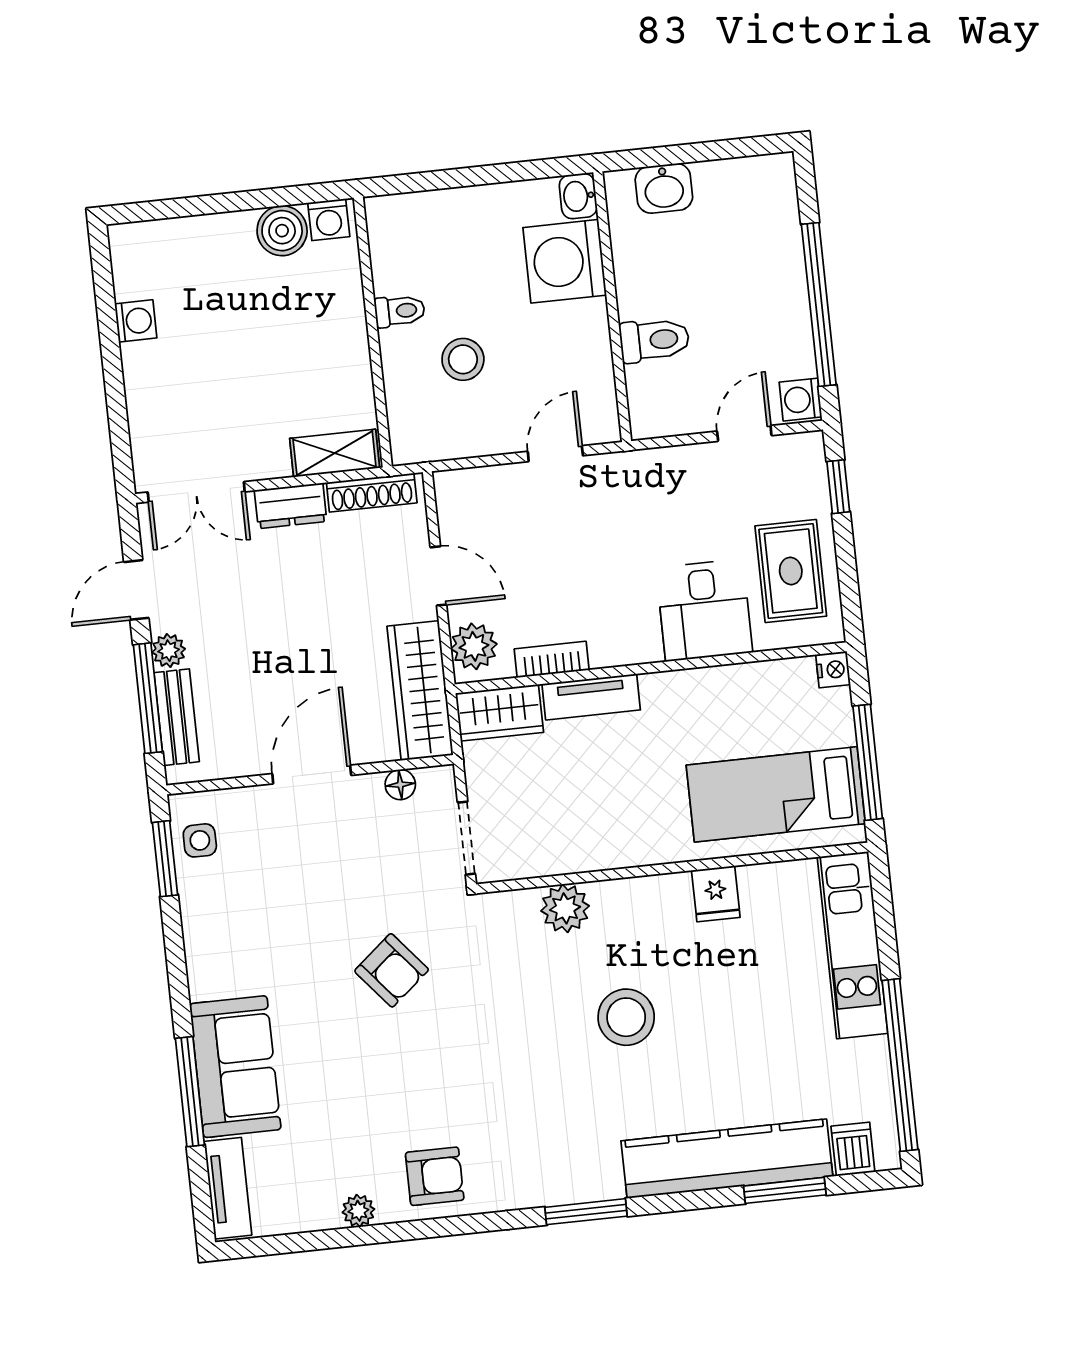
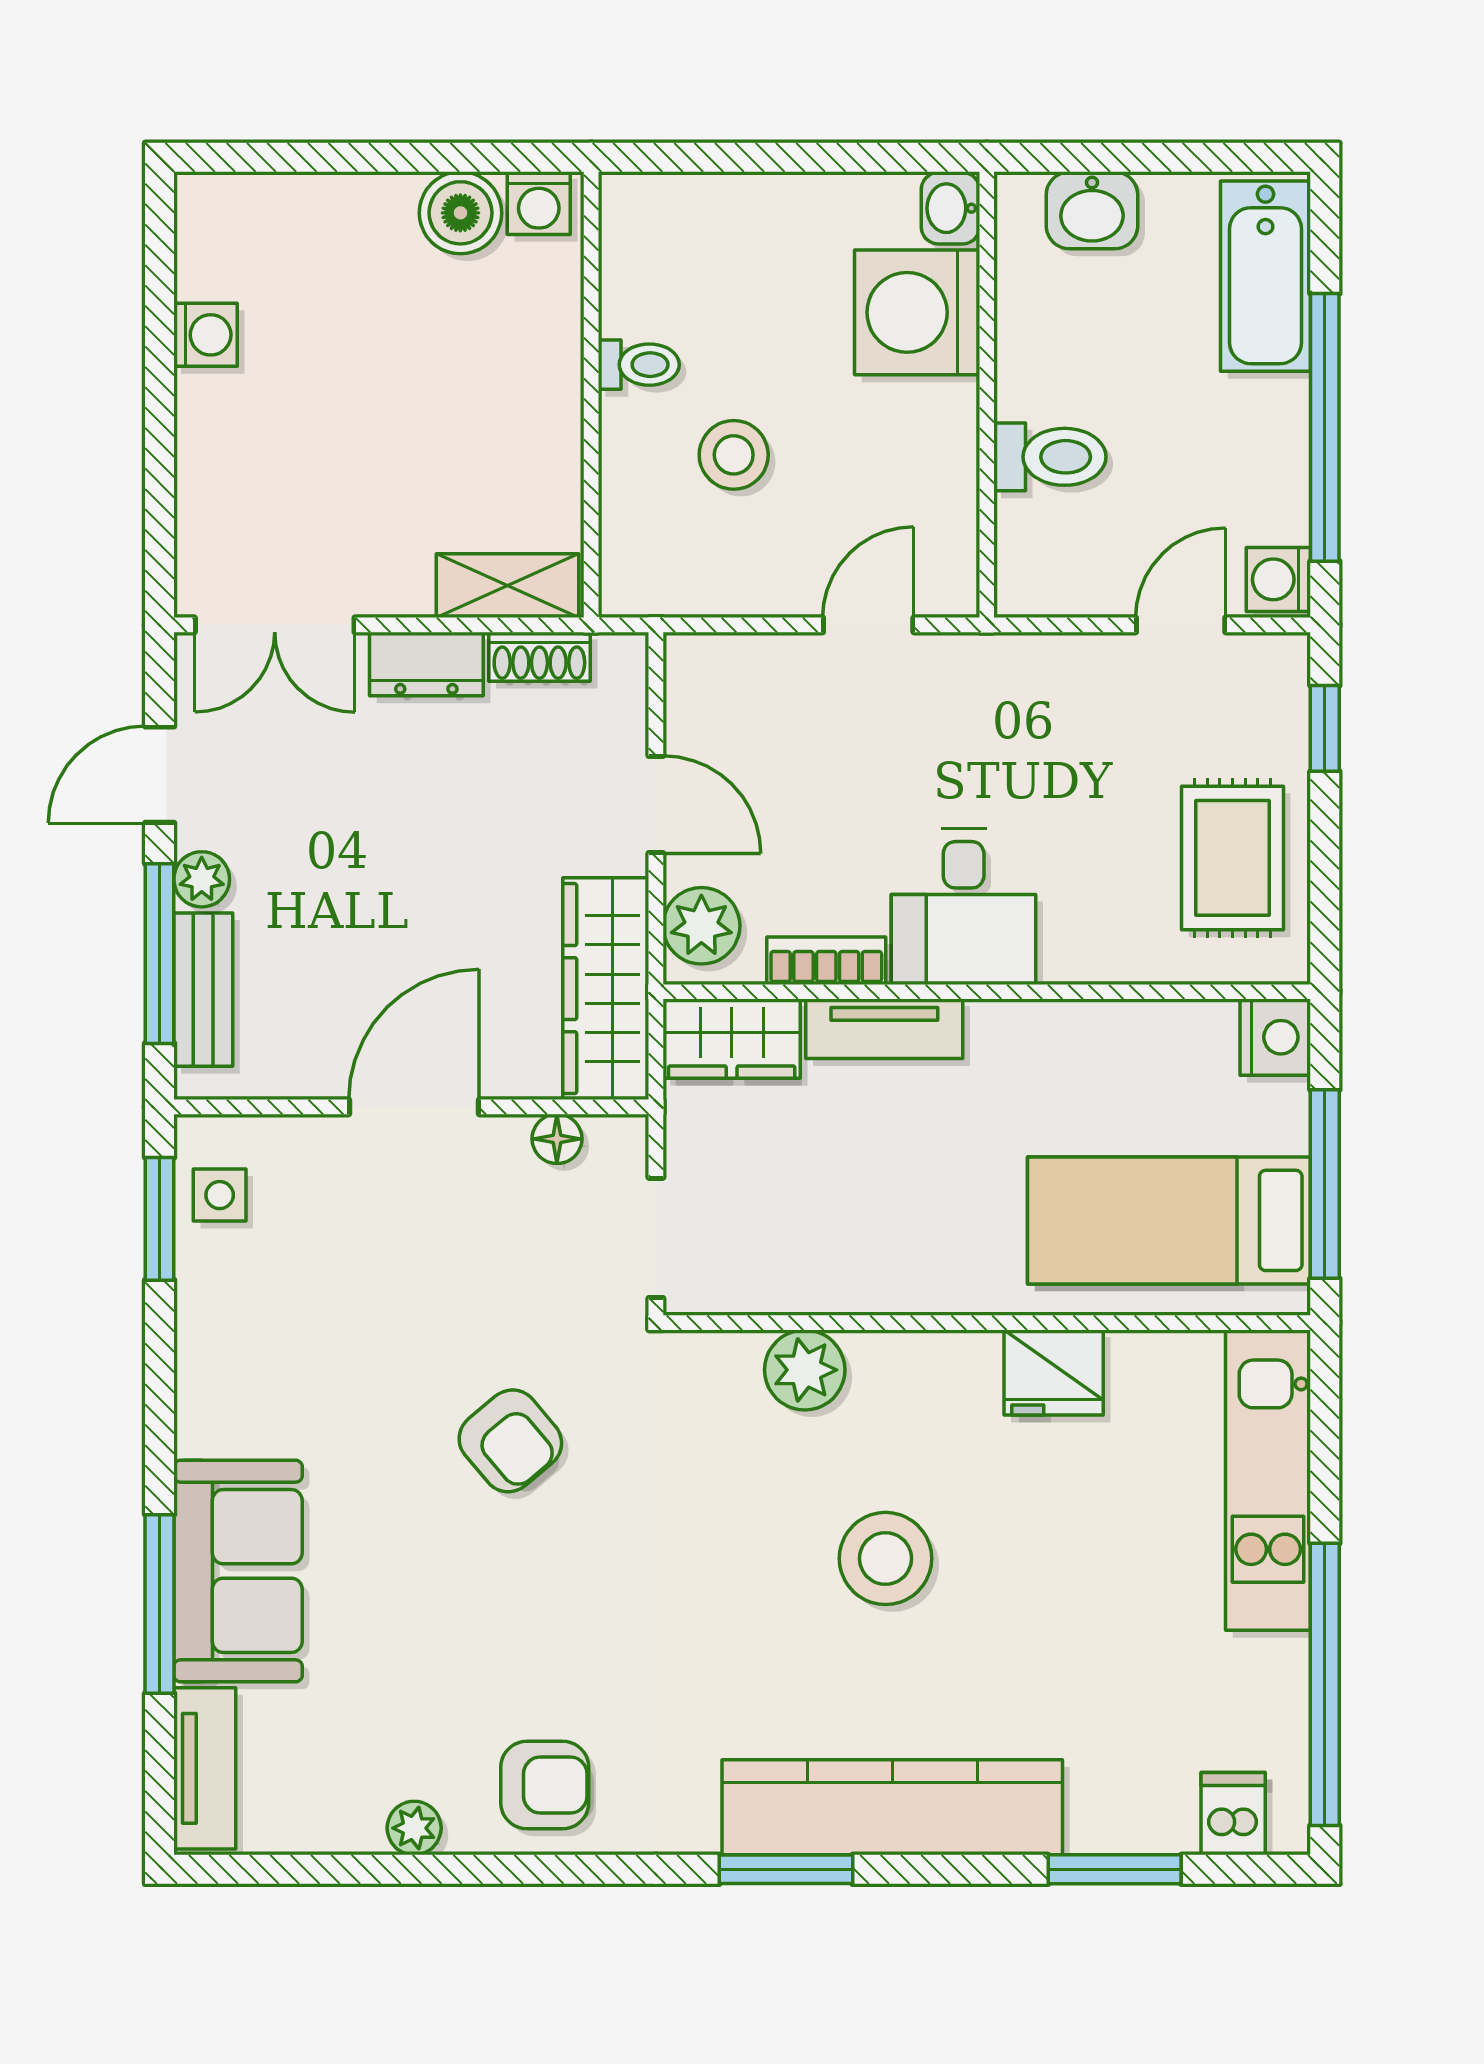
bathtub: (773, 217) -> (1265, 276), added
shoe rack: (372, 493) -> (539, 657), width x0.70
desk: (704, 610) -> (964, 907), moved
nightstand: (833, 670) -> (1275, 1037), width x1.39, depth x1.35
fridge: (716, 894) -> (1054, 1373), width x1.38
kitchen counter: (727, 1159) -> (892, 1807), moved

